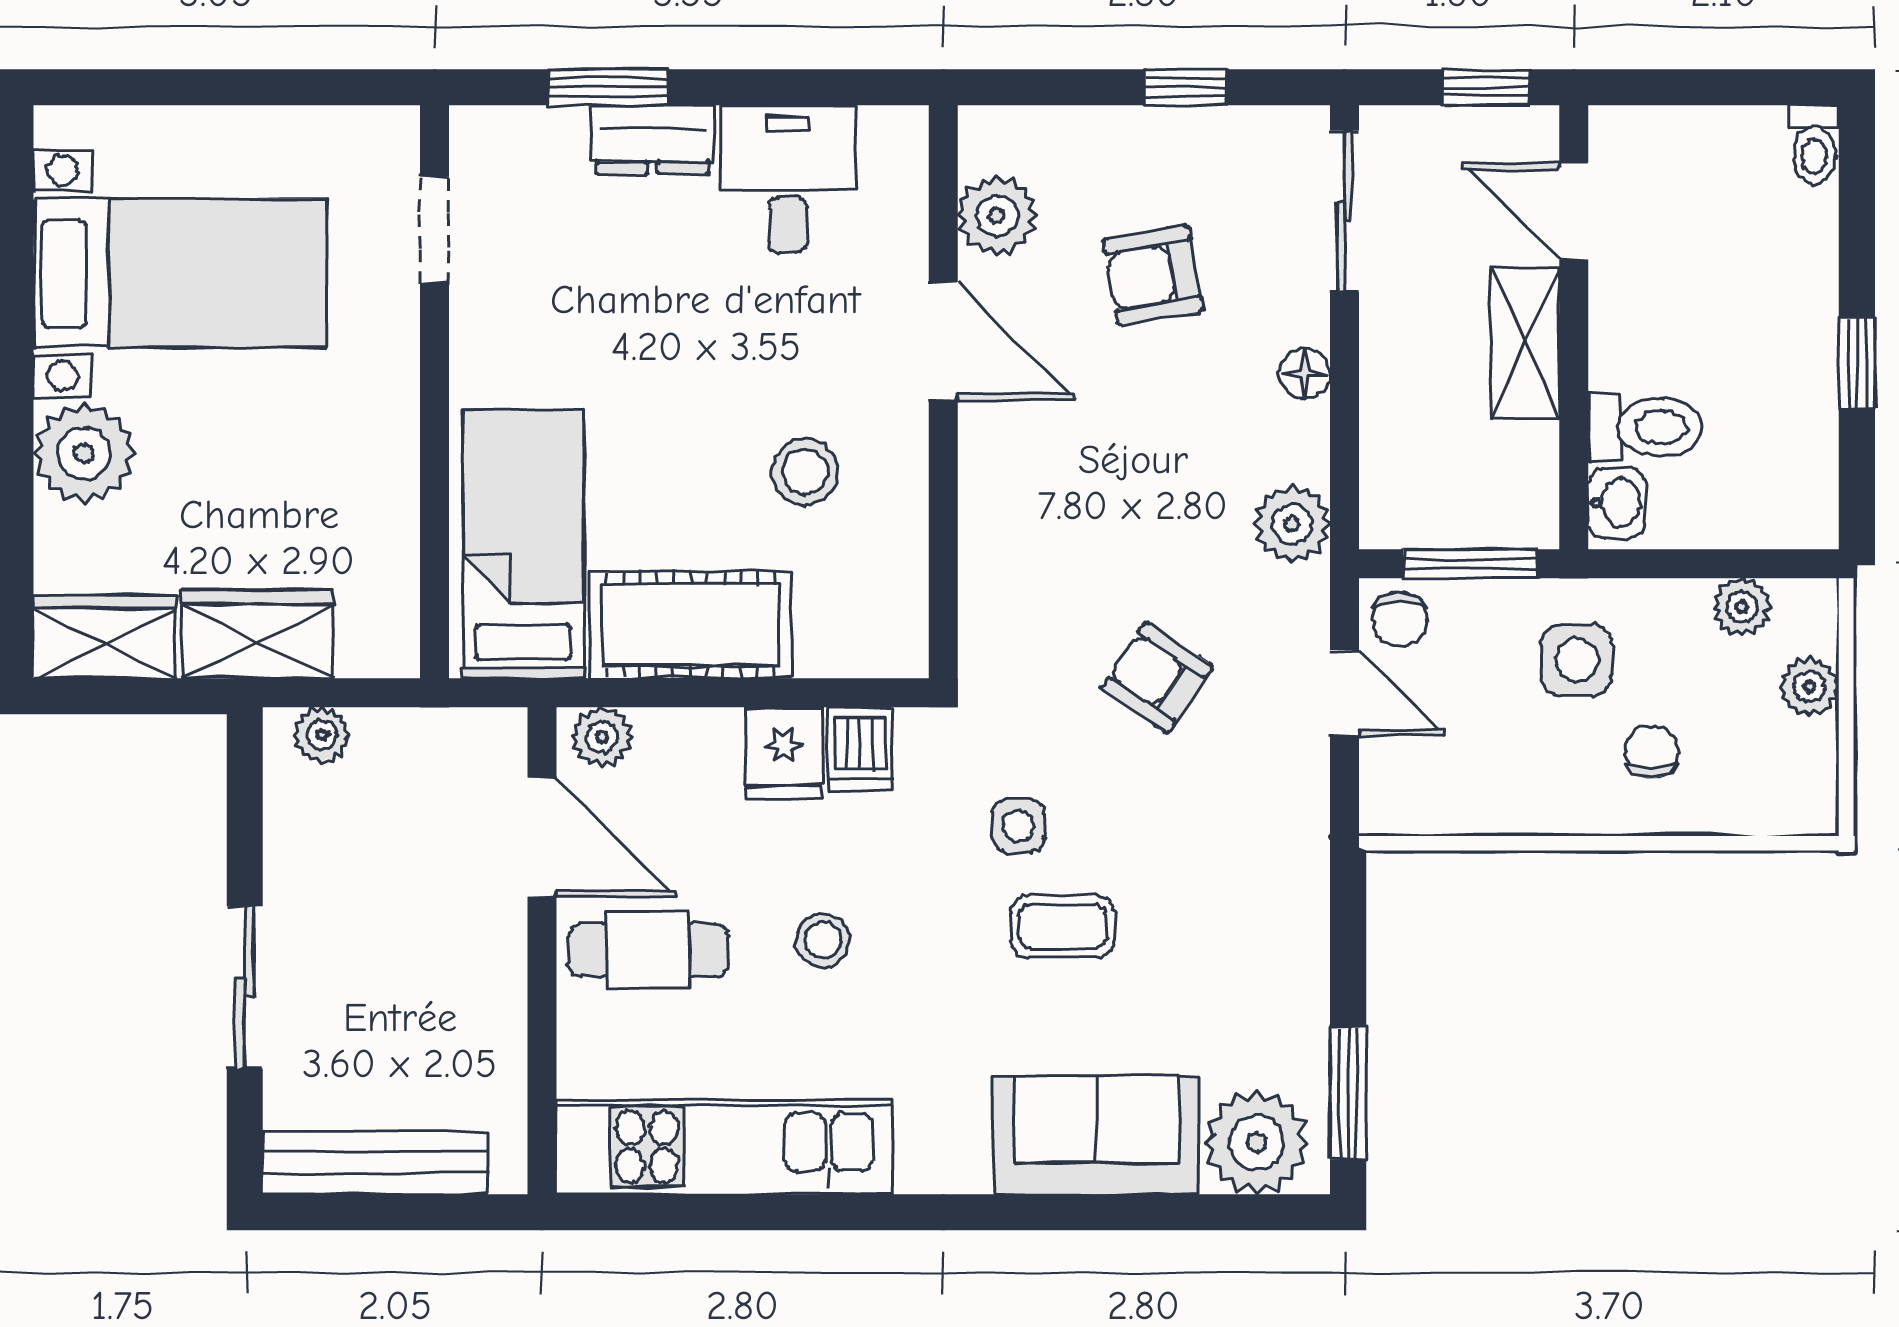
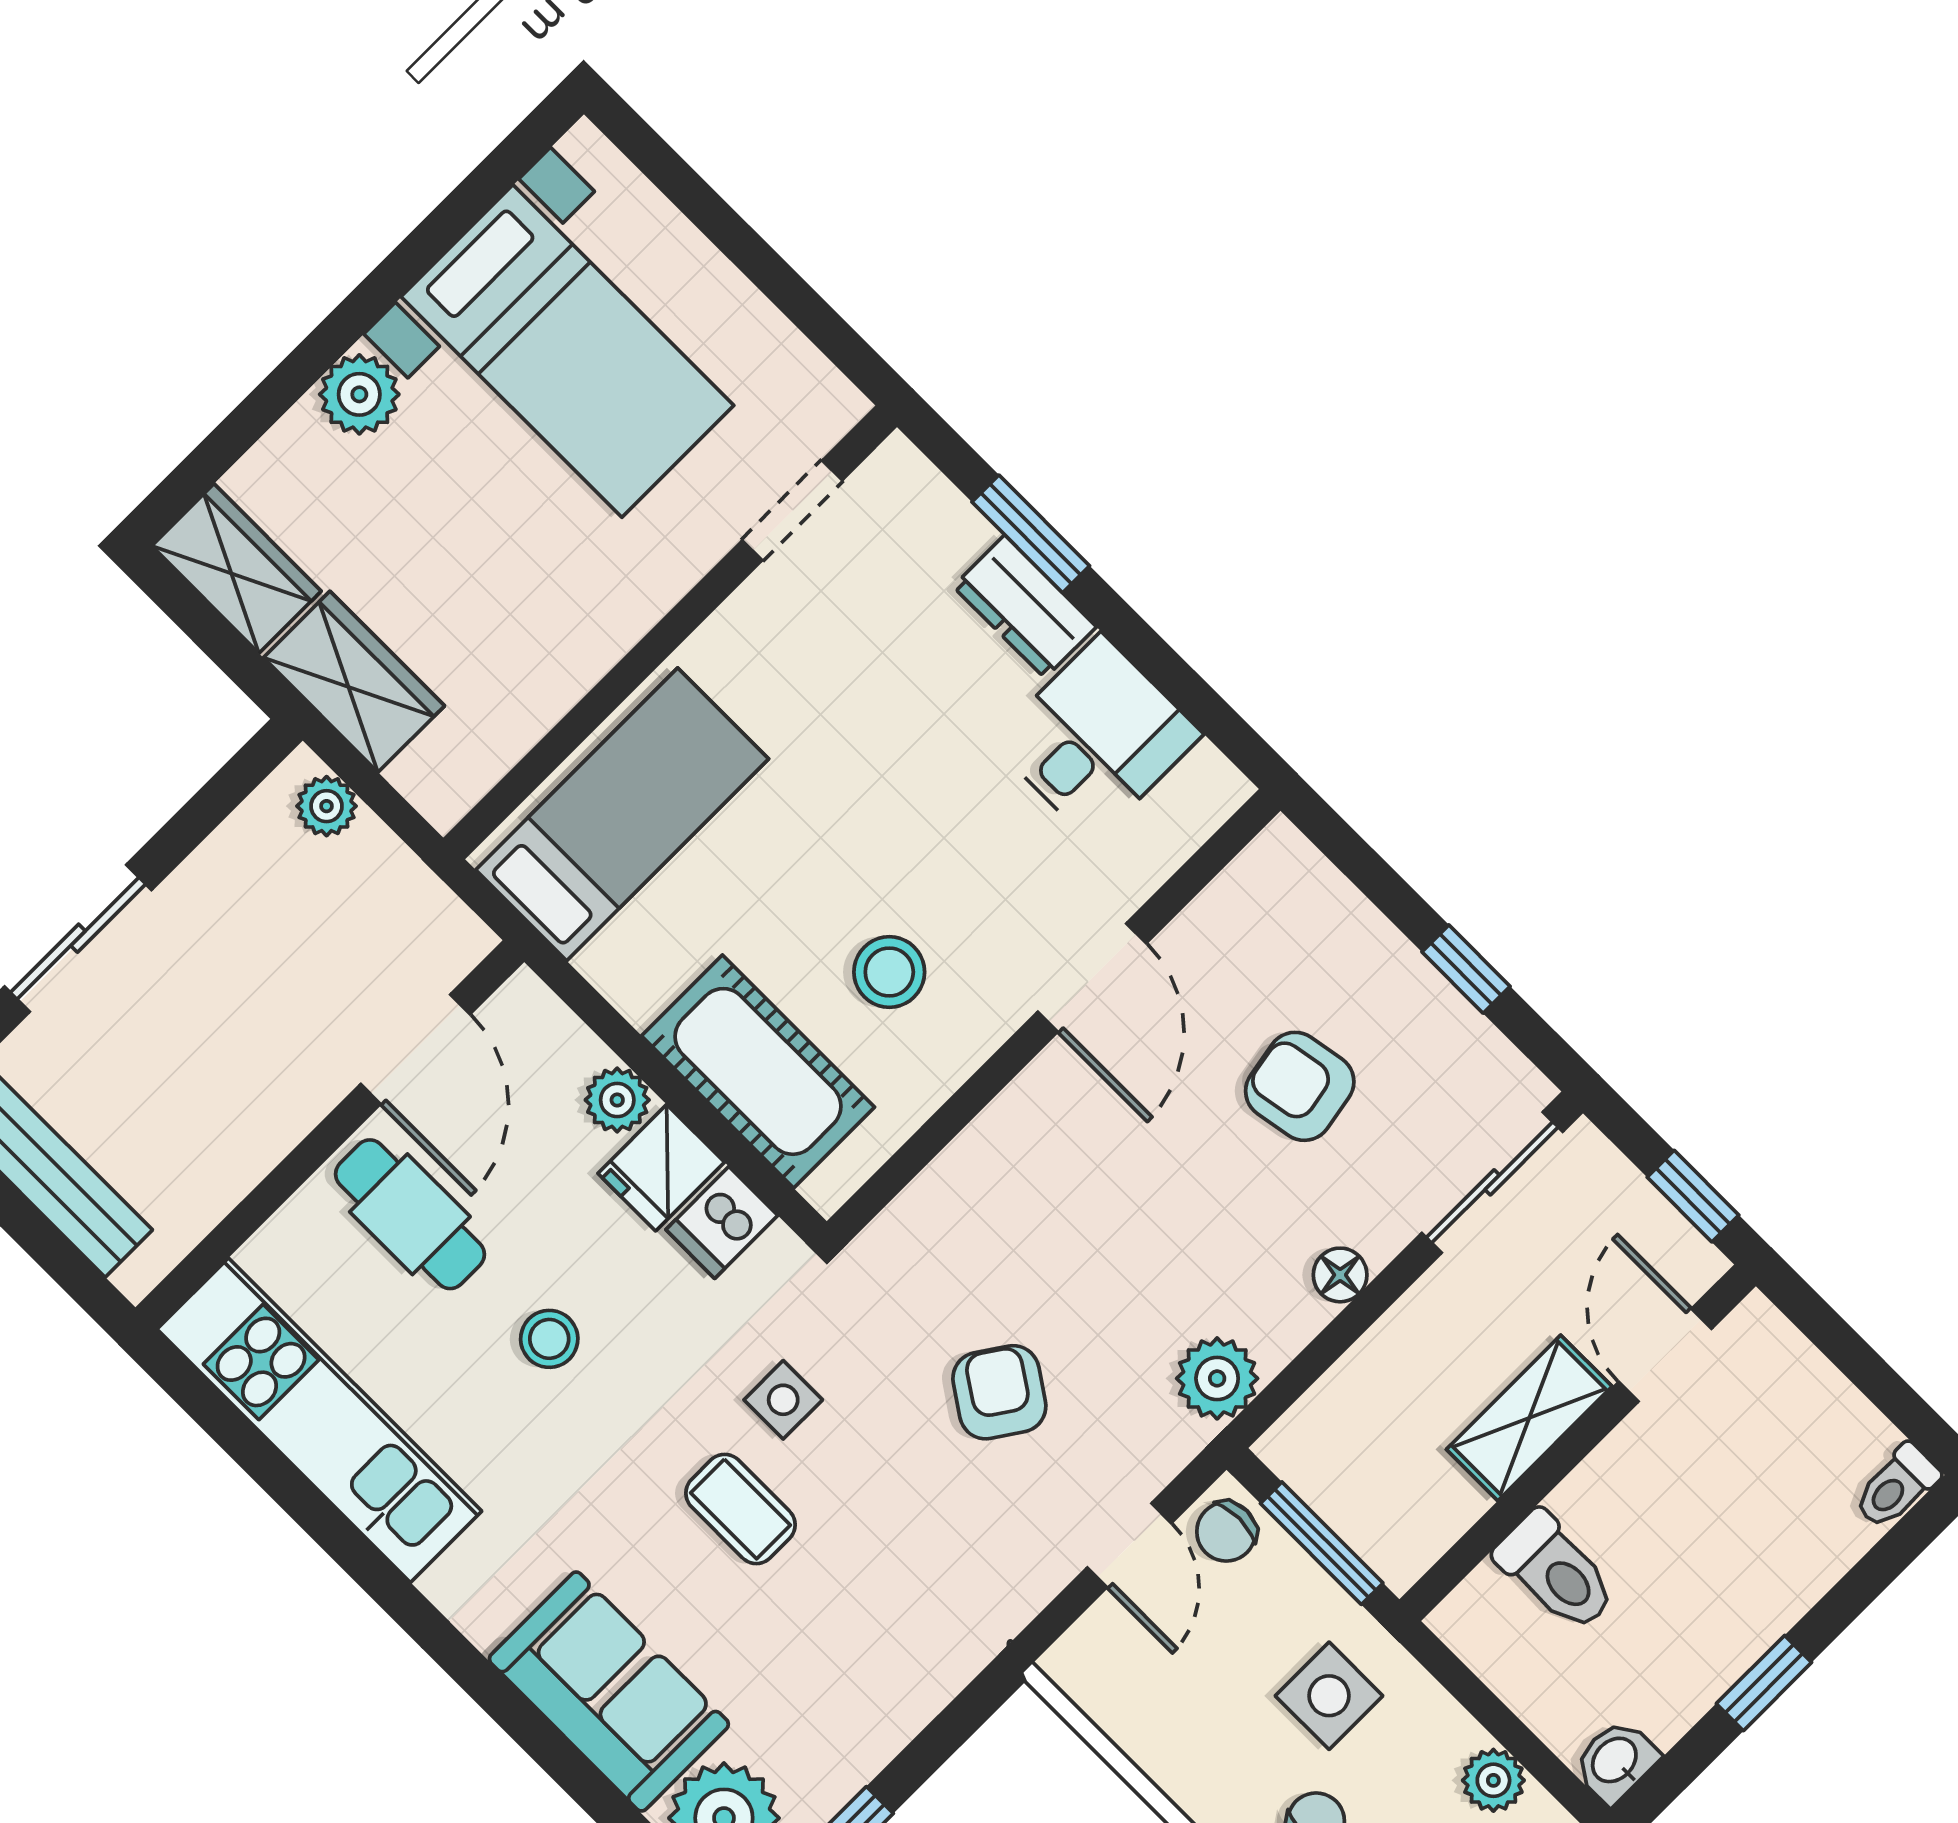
plant: (997, 215) -> (1227, 923), removed
plant: (84, 454) -> (359, 394), width x0.73, depth x0.73
washbasin: (1617, 503) -> (1616, 1761), moved, turned 180
cot: (690, 625) -> (758, 1071), moved
plant: (602, 737) -> (617, 1100), moved

